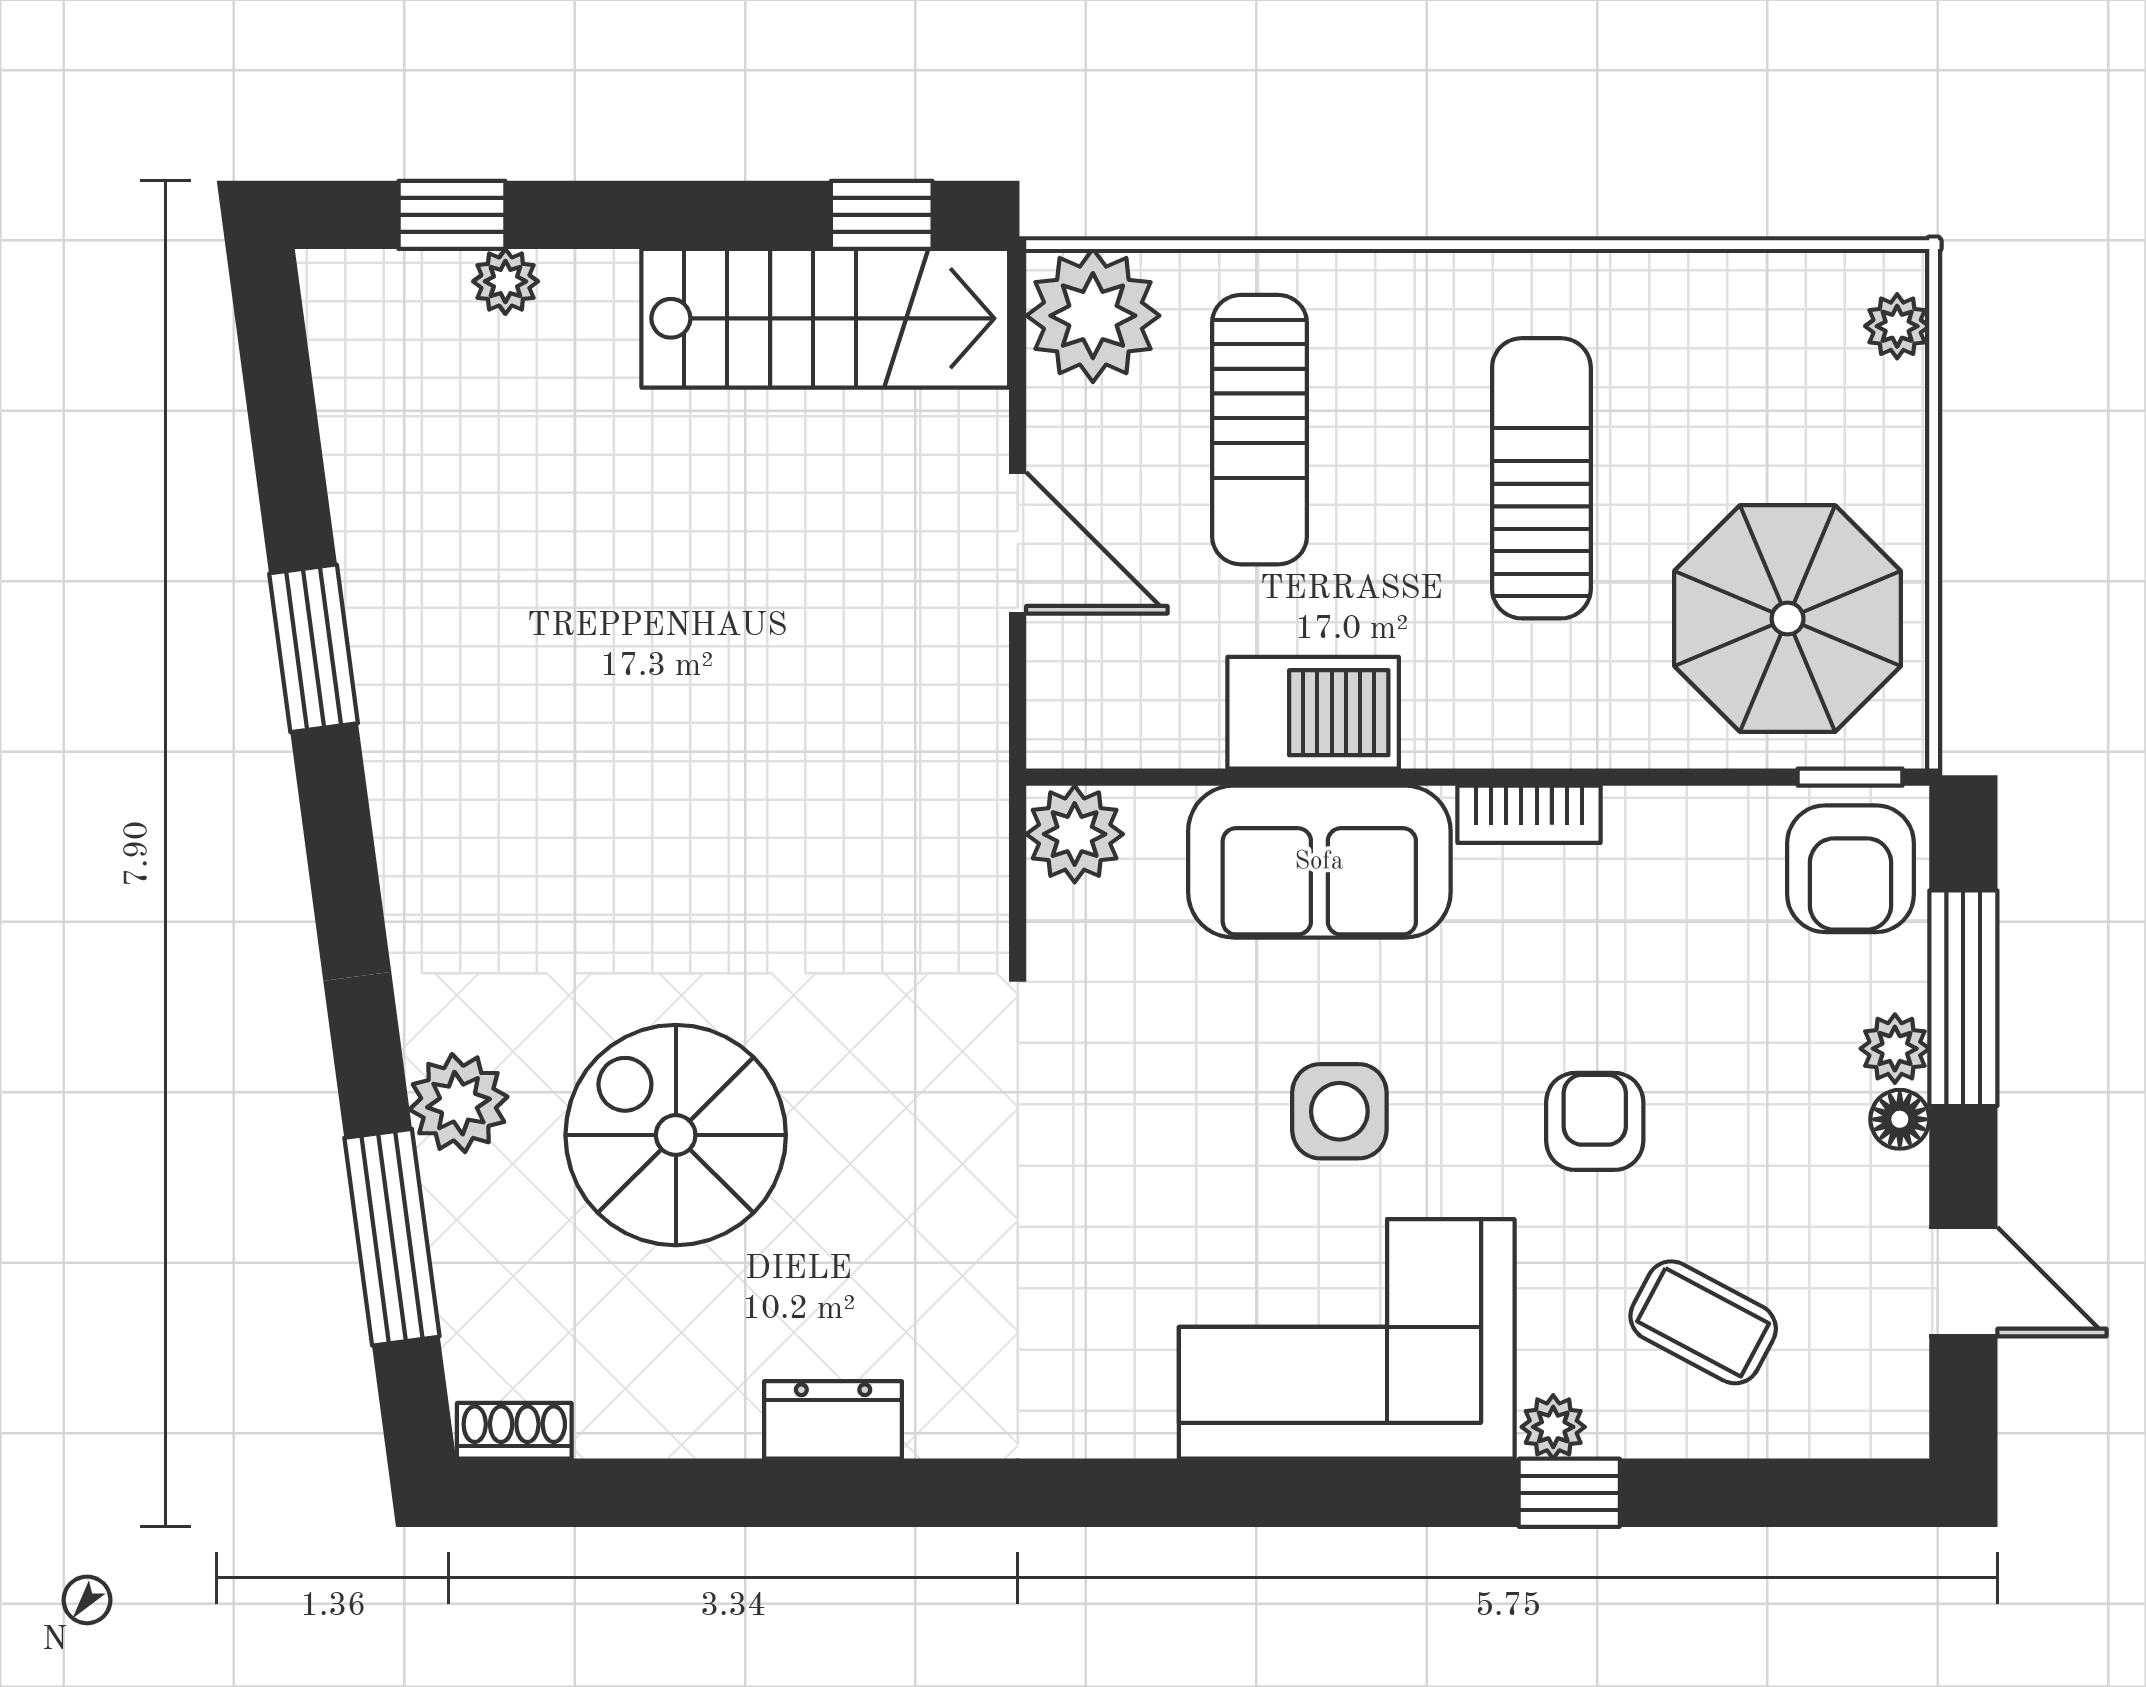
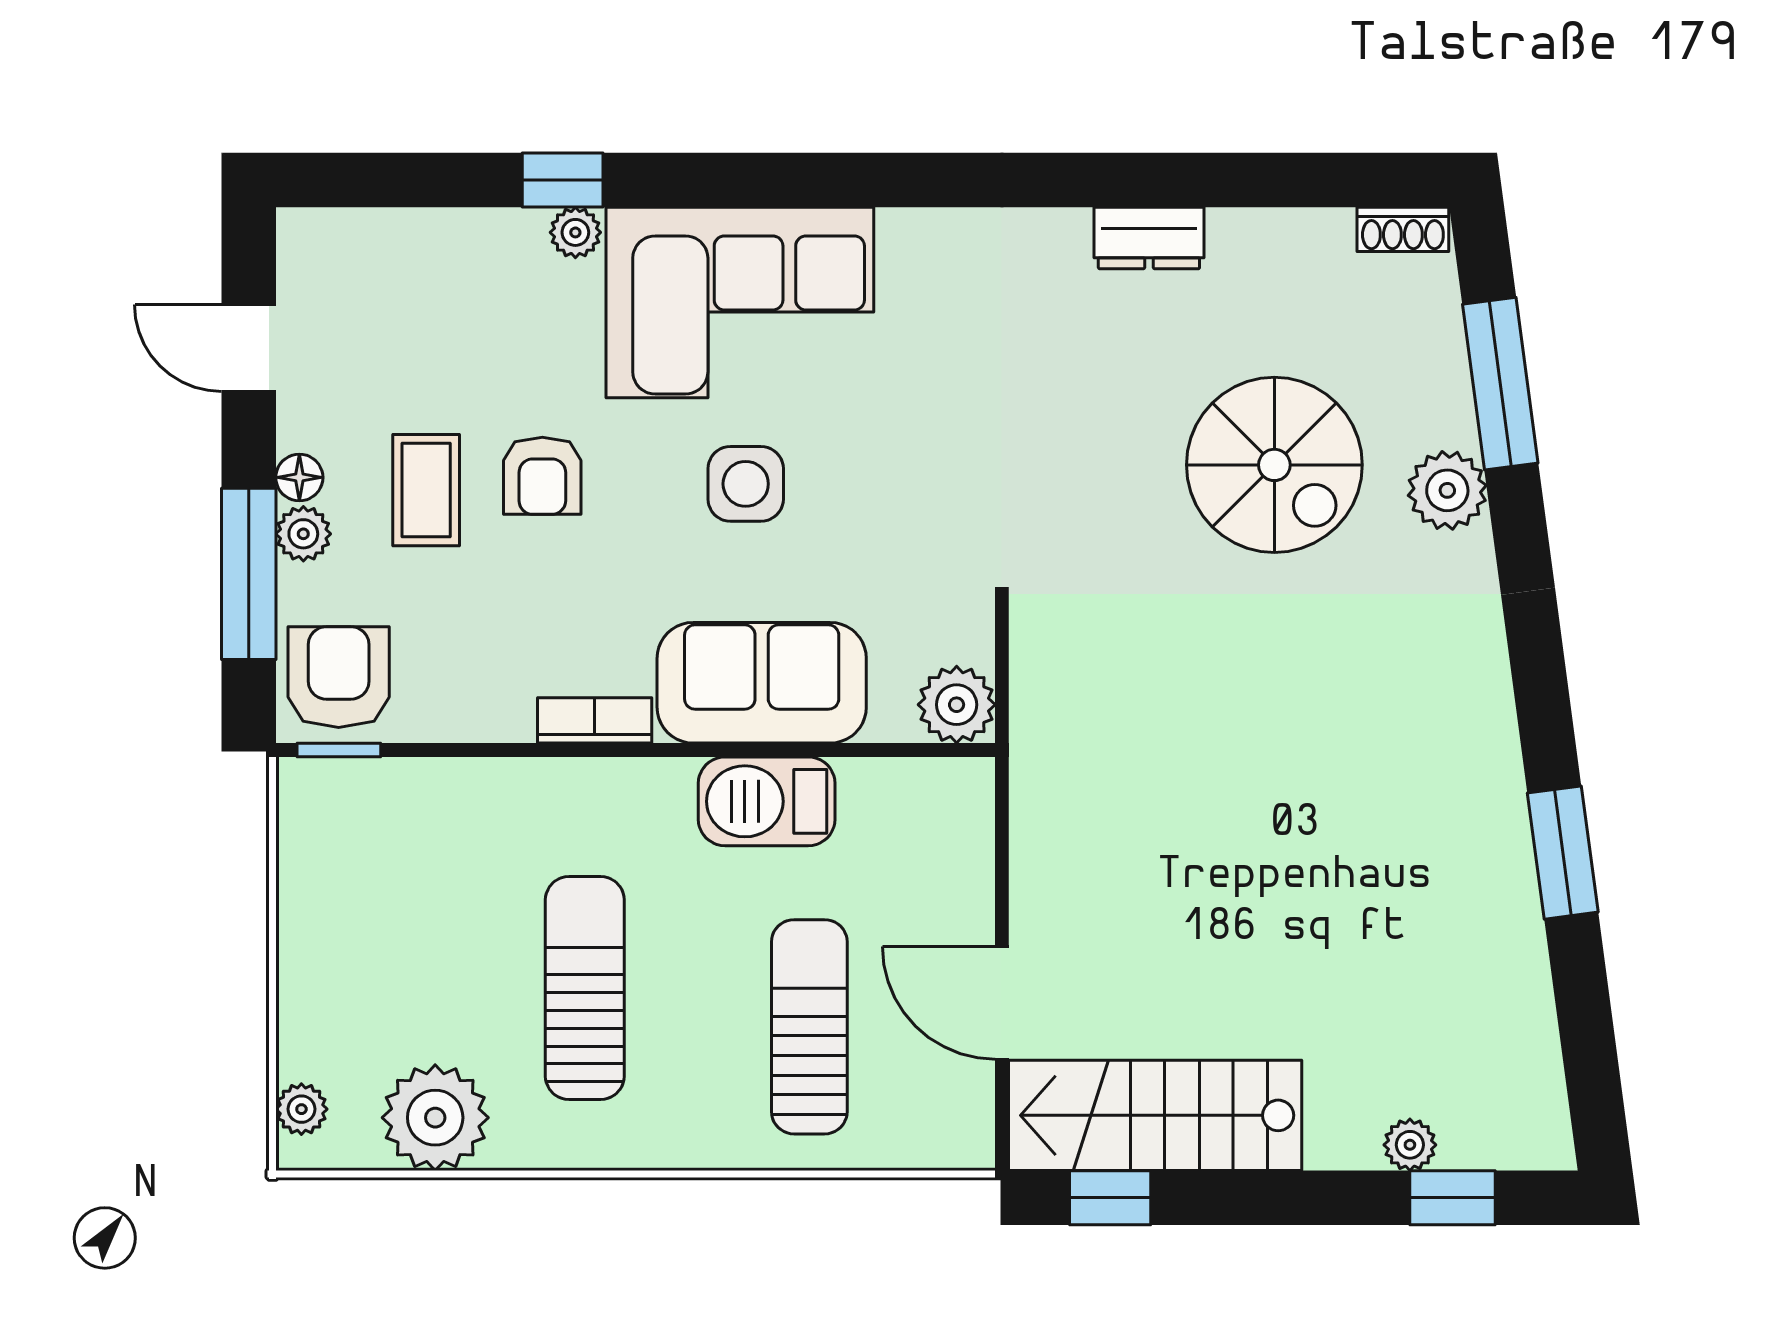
plant: (1093, 316) -> (435, 1118), moved
sun lounger: (1541, 478) -> (585, 988), turned 180
door: (1018, 543) -> (1002, 1003), moved
parasol: (1788, 619) -> (389, 876), removed
coffee table: (1703, 1322) -> (426, 490), moved, turned 62

